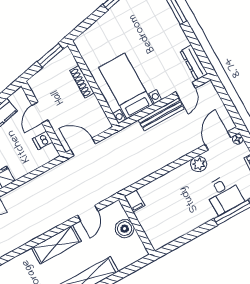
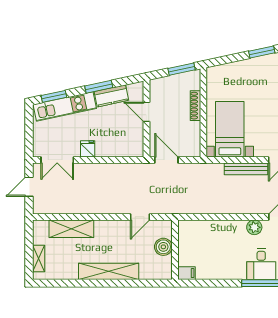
door: (40, 113) -> (146, 112), hinge flipped
dishwasher: (43, 140) -> (136, 136), removed
filing cabinet: (135, 201) -> (186, 273), moved, turned -90
shelving: (56, 245) -> (71, 229), moved

